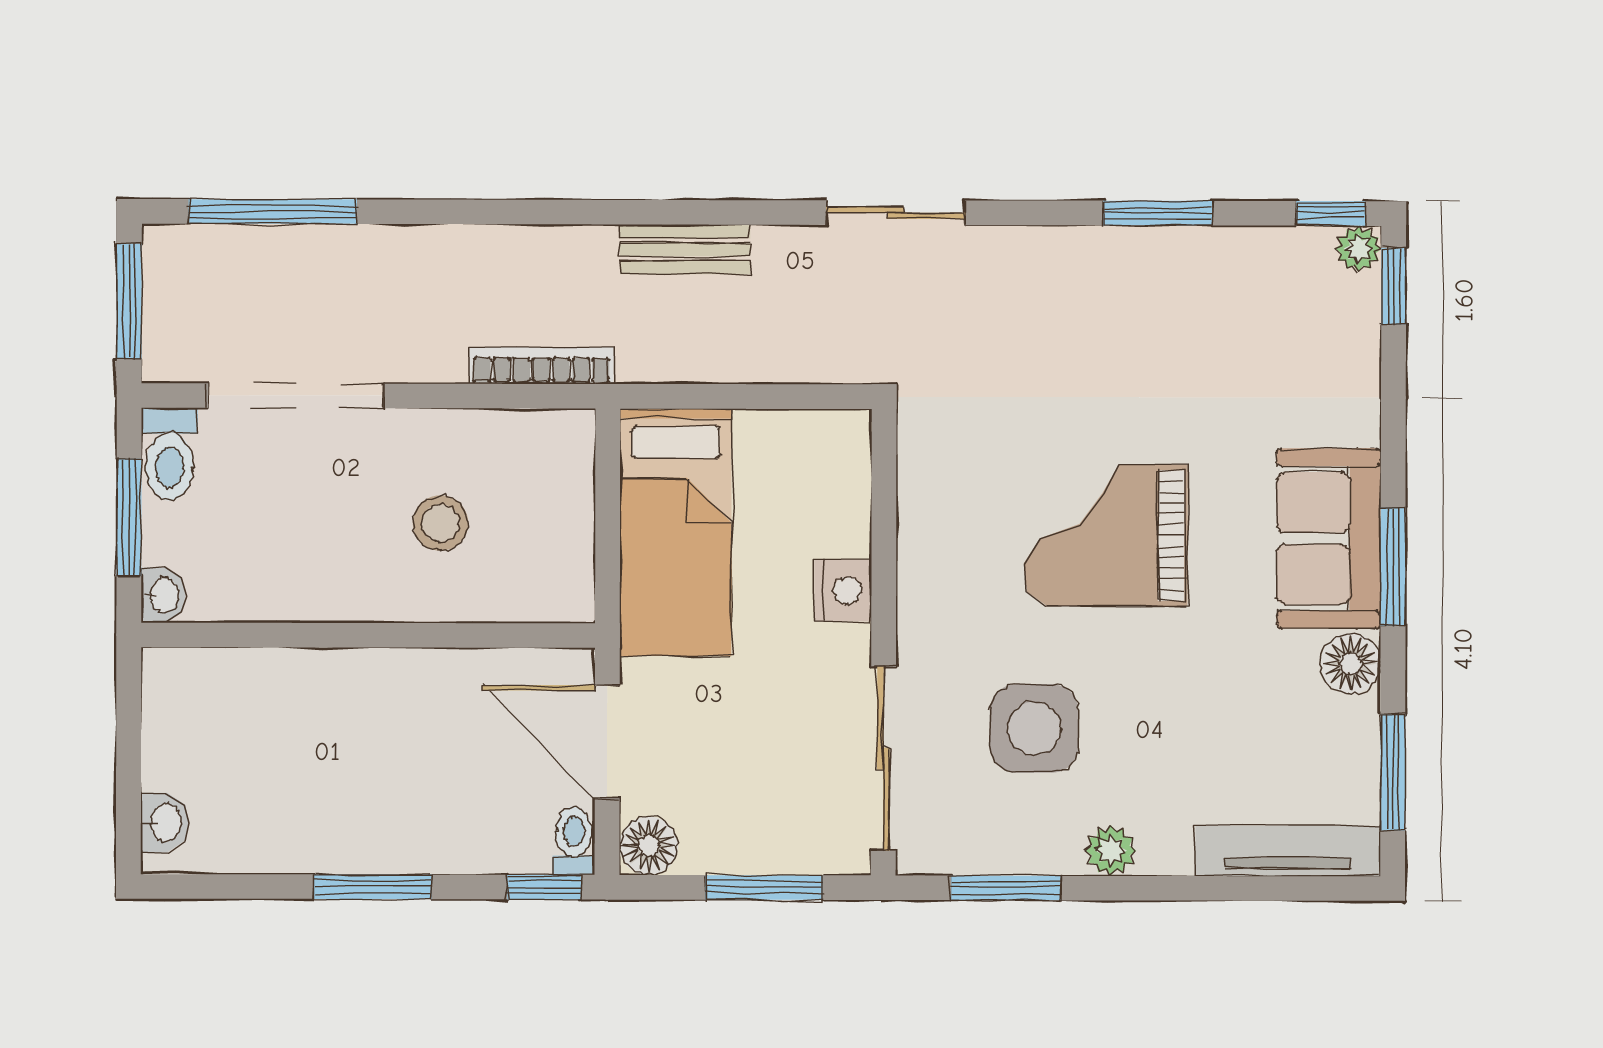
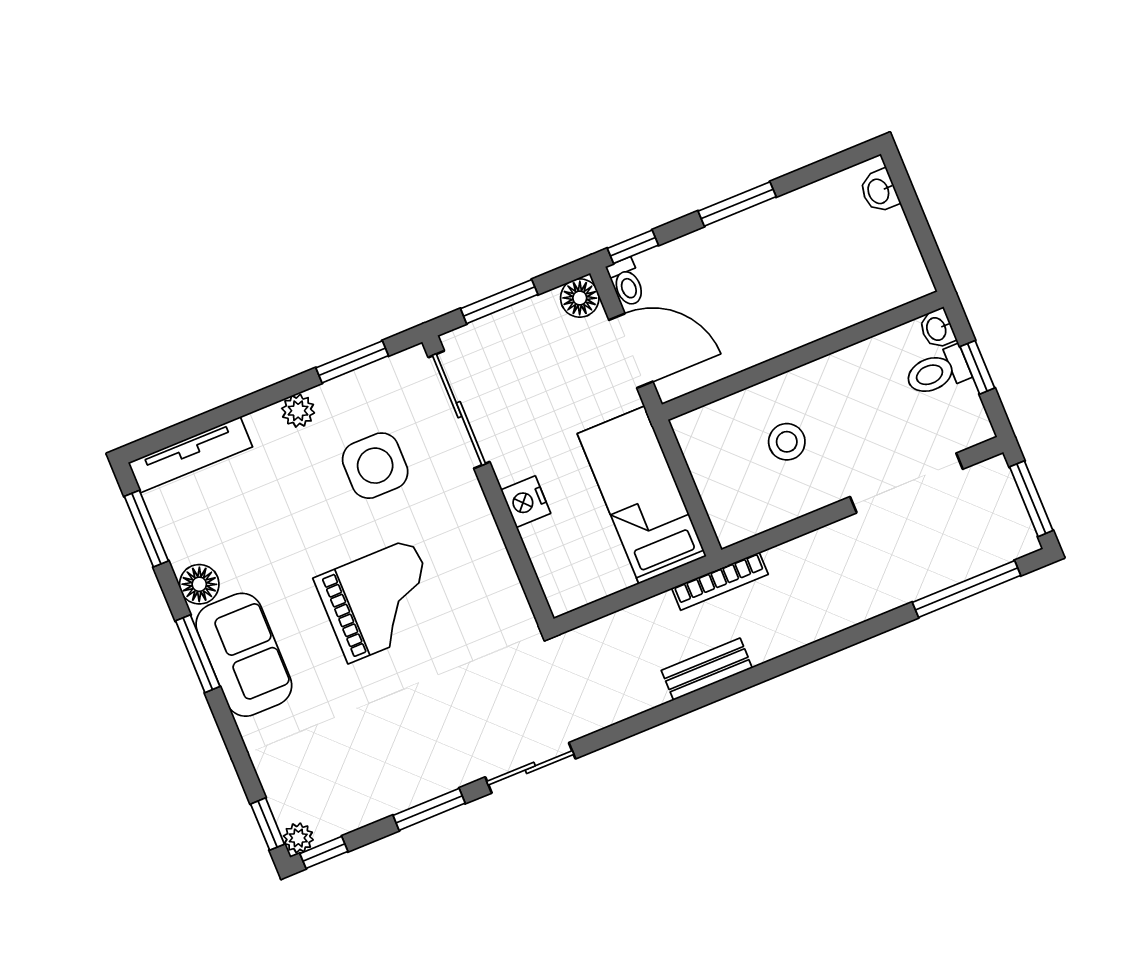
sliding door: (896, 213) -> (530, 768), moved
bookcase: (541, 365) -> (720, 581), moved
toilet: (170, 454) -> (937, 371), moved, turned -90
window: (129, 517) -> (977, 367), width x0.67

